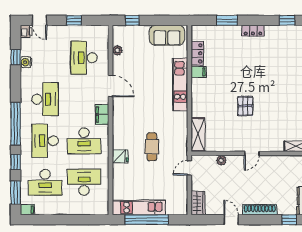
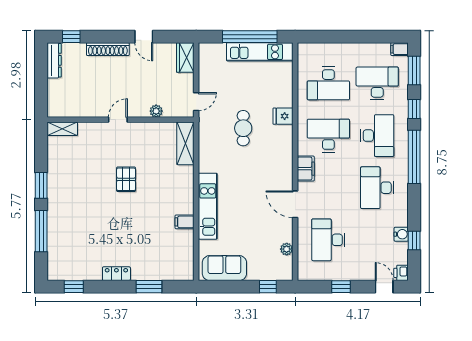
locker: (197, 53) -> (186, 245), removed
desk: (84, 58) -> (328, 240), turned 180

